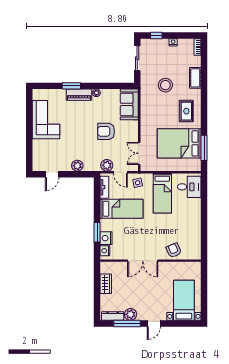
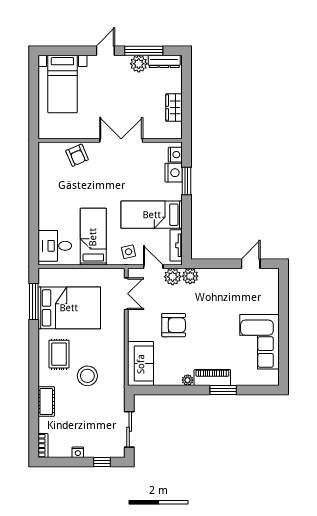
stool: (165, 85) -> (87, 376), moved
plant: (77, 166) -> (190, 276), moved

